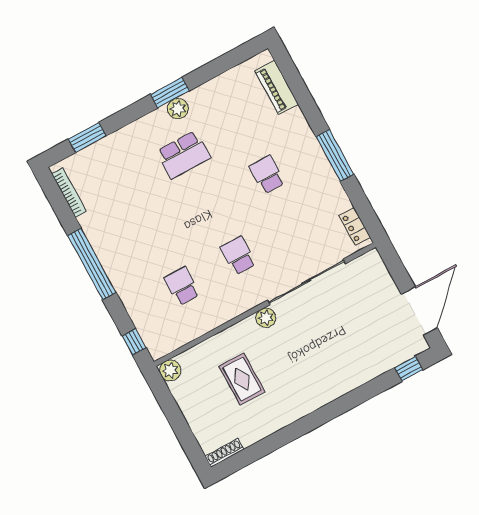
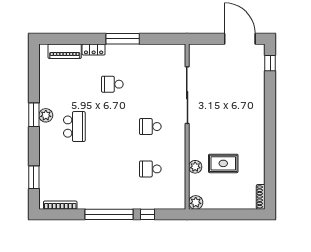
locker: (355, 226) -> (94, 49), moved
plant: (266, 318) -> (195, 167), moved
window: (134, 342) -> (148, 214), moved

